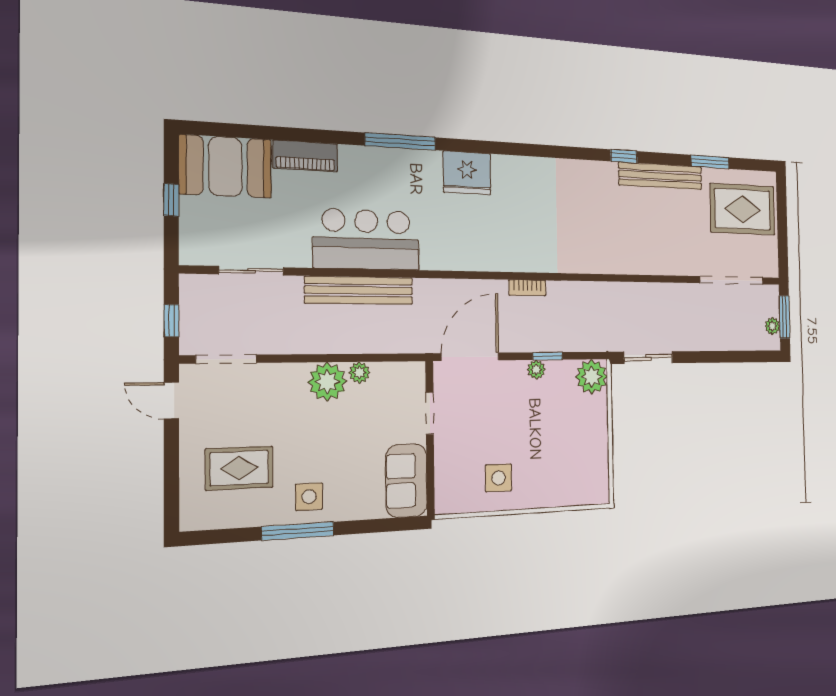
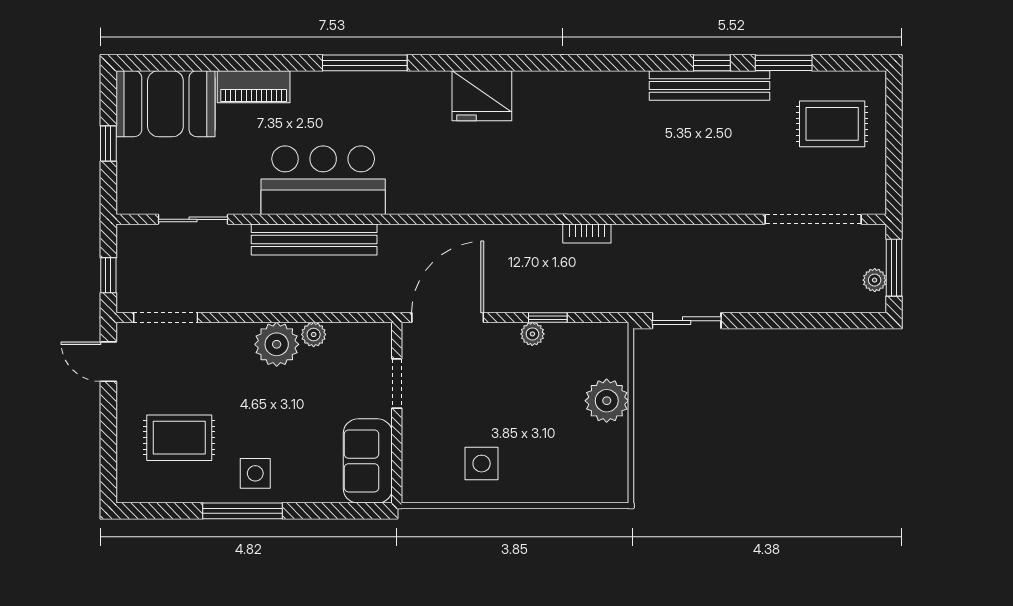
window: (624, 156) -> (712, 63), moved
fridge: (467, 173) -> (482, 96), moved
rug: (743, 209) -> (832, 124), width x0.73, depth x0.70
bookcase: (527, 288) -> (587, 234), moved
plant: (592, 377) -> (607, 401), moved

